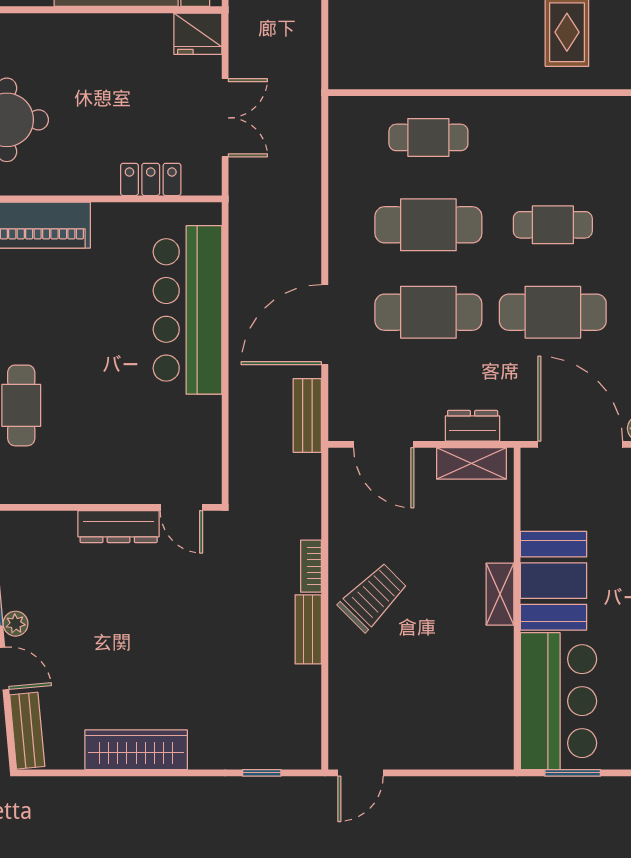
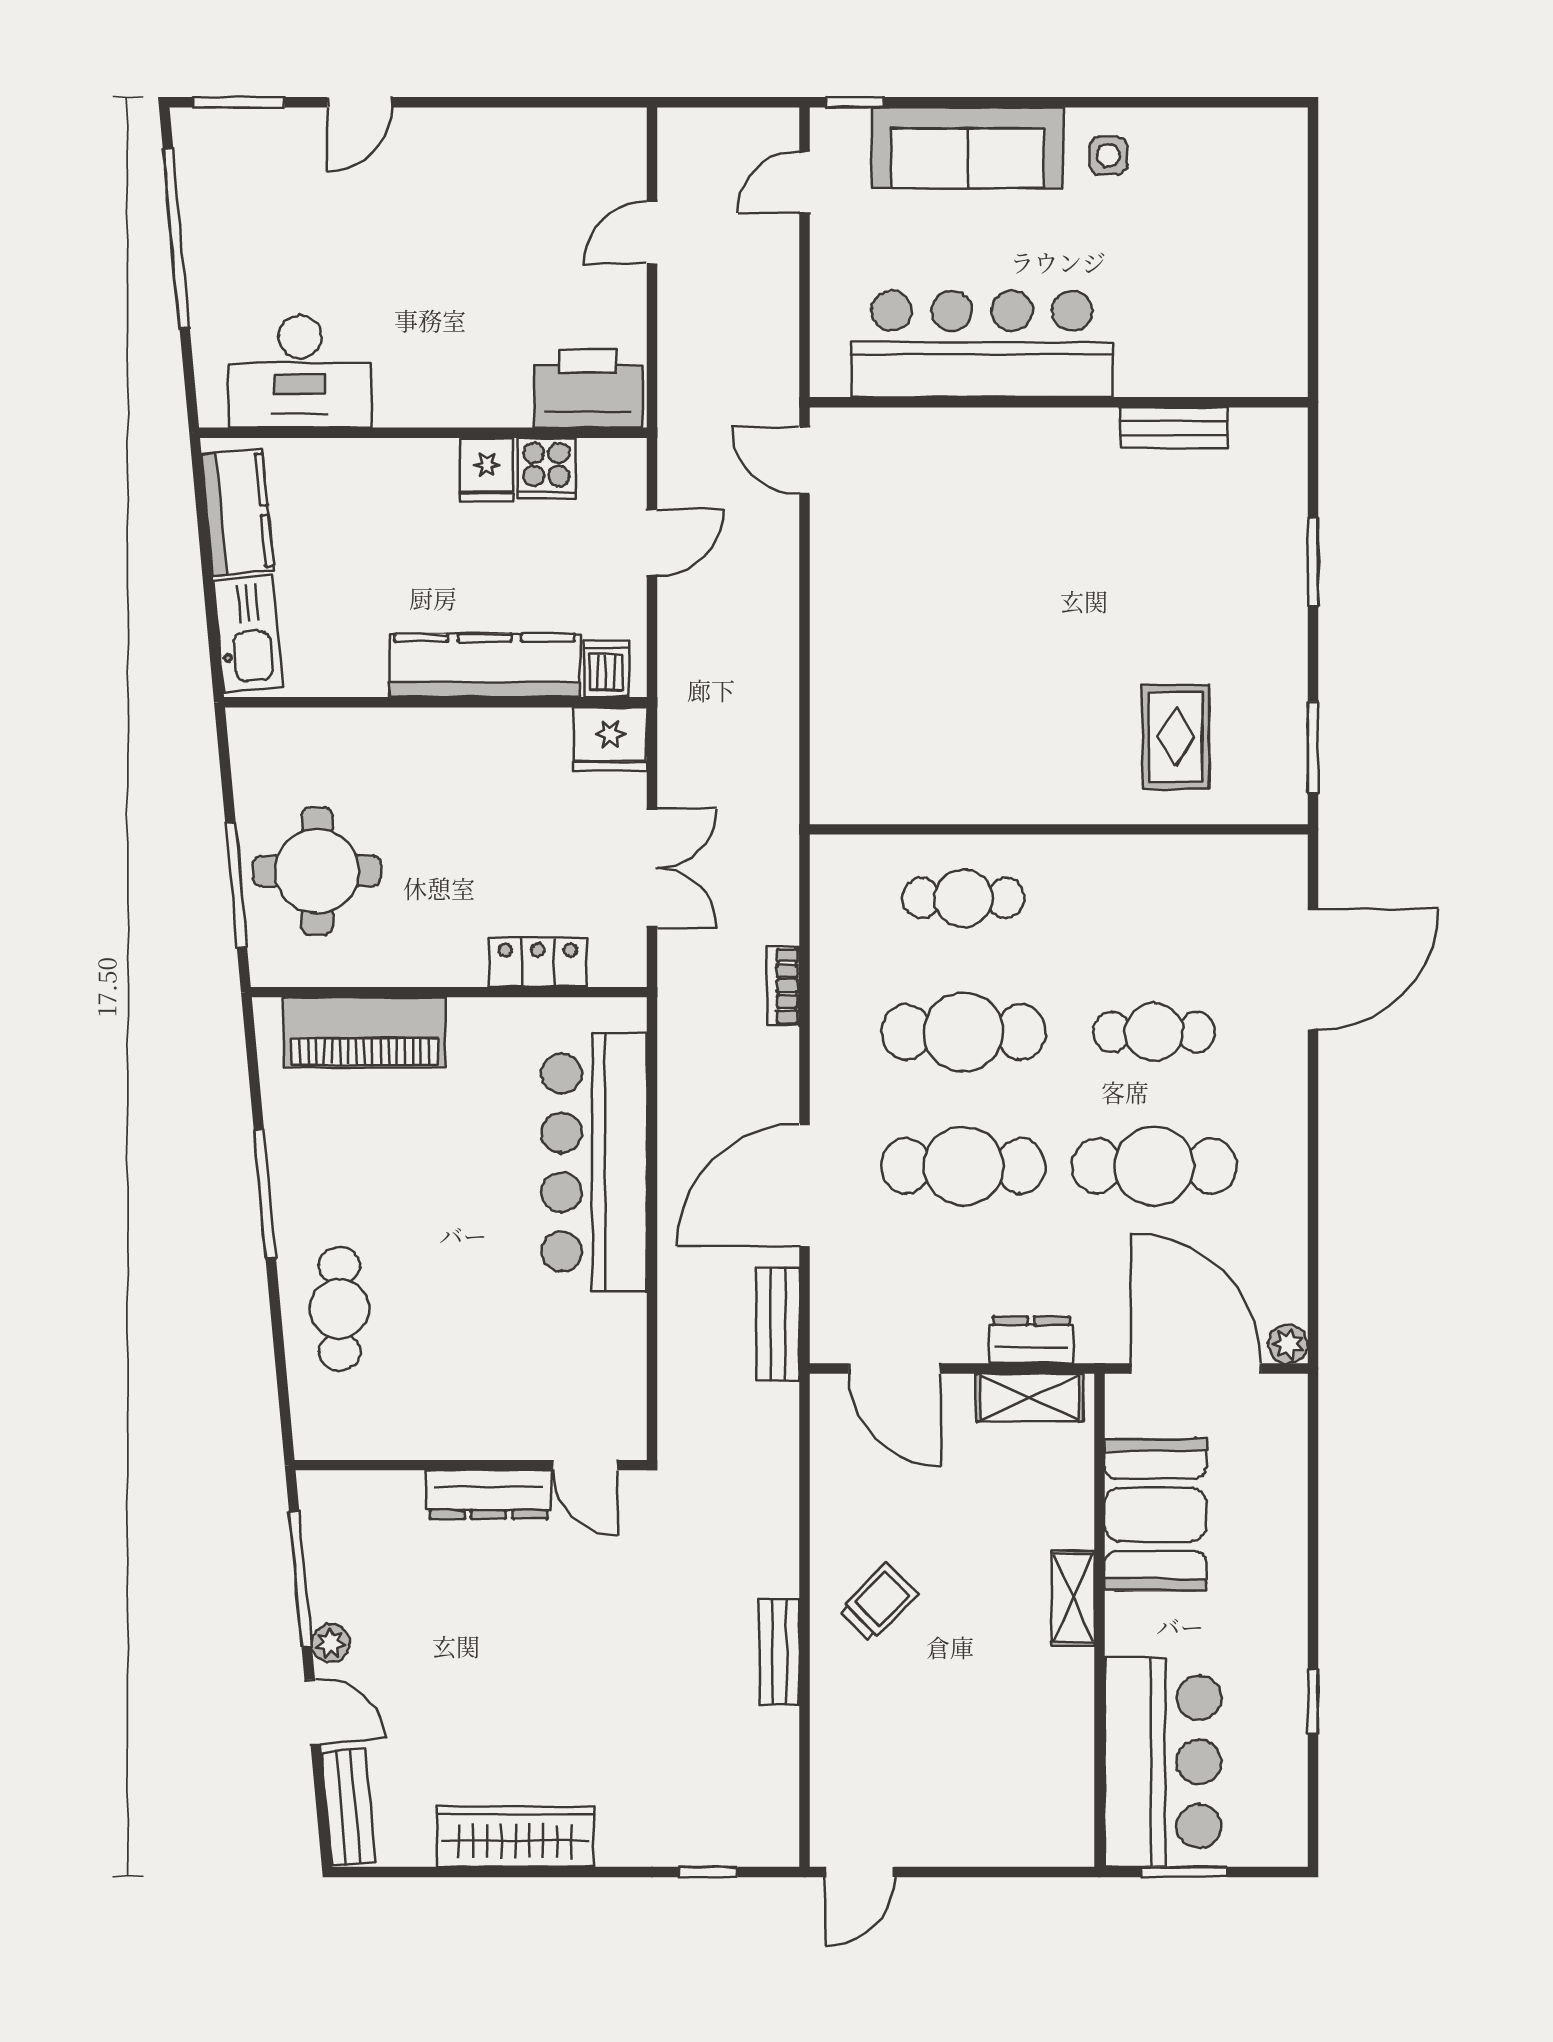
bookcase: (311, 566) -> (783, 986), moved
booth: (554, 581) -> (1155, 1515), moved
trolley: (373, 597) -> (878, 1602), width x0.73, depth x0.72

